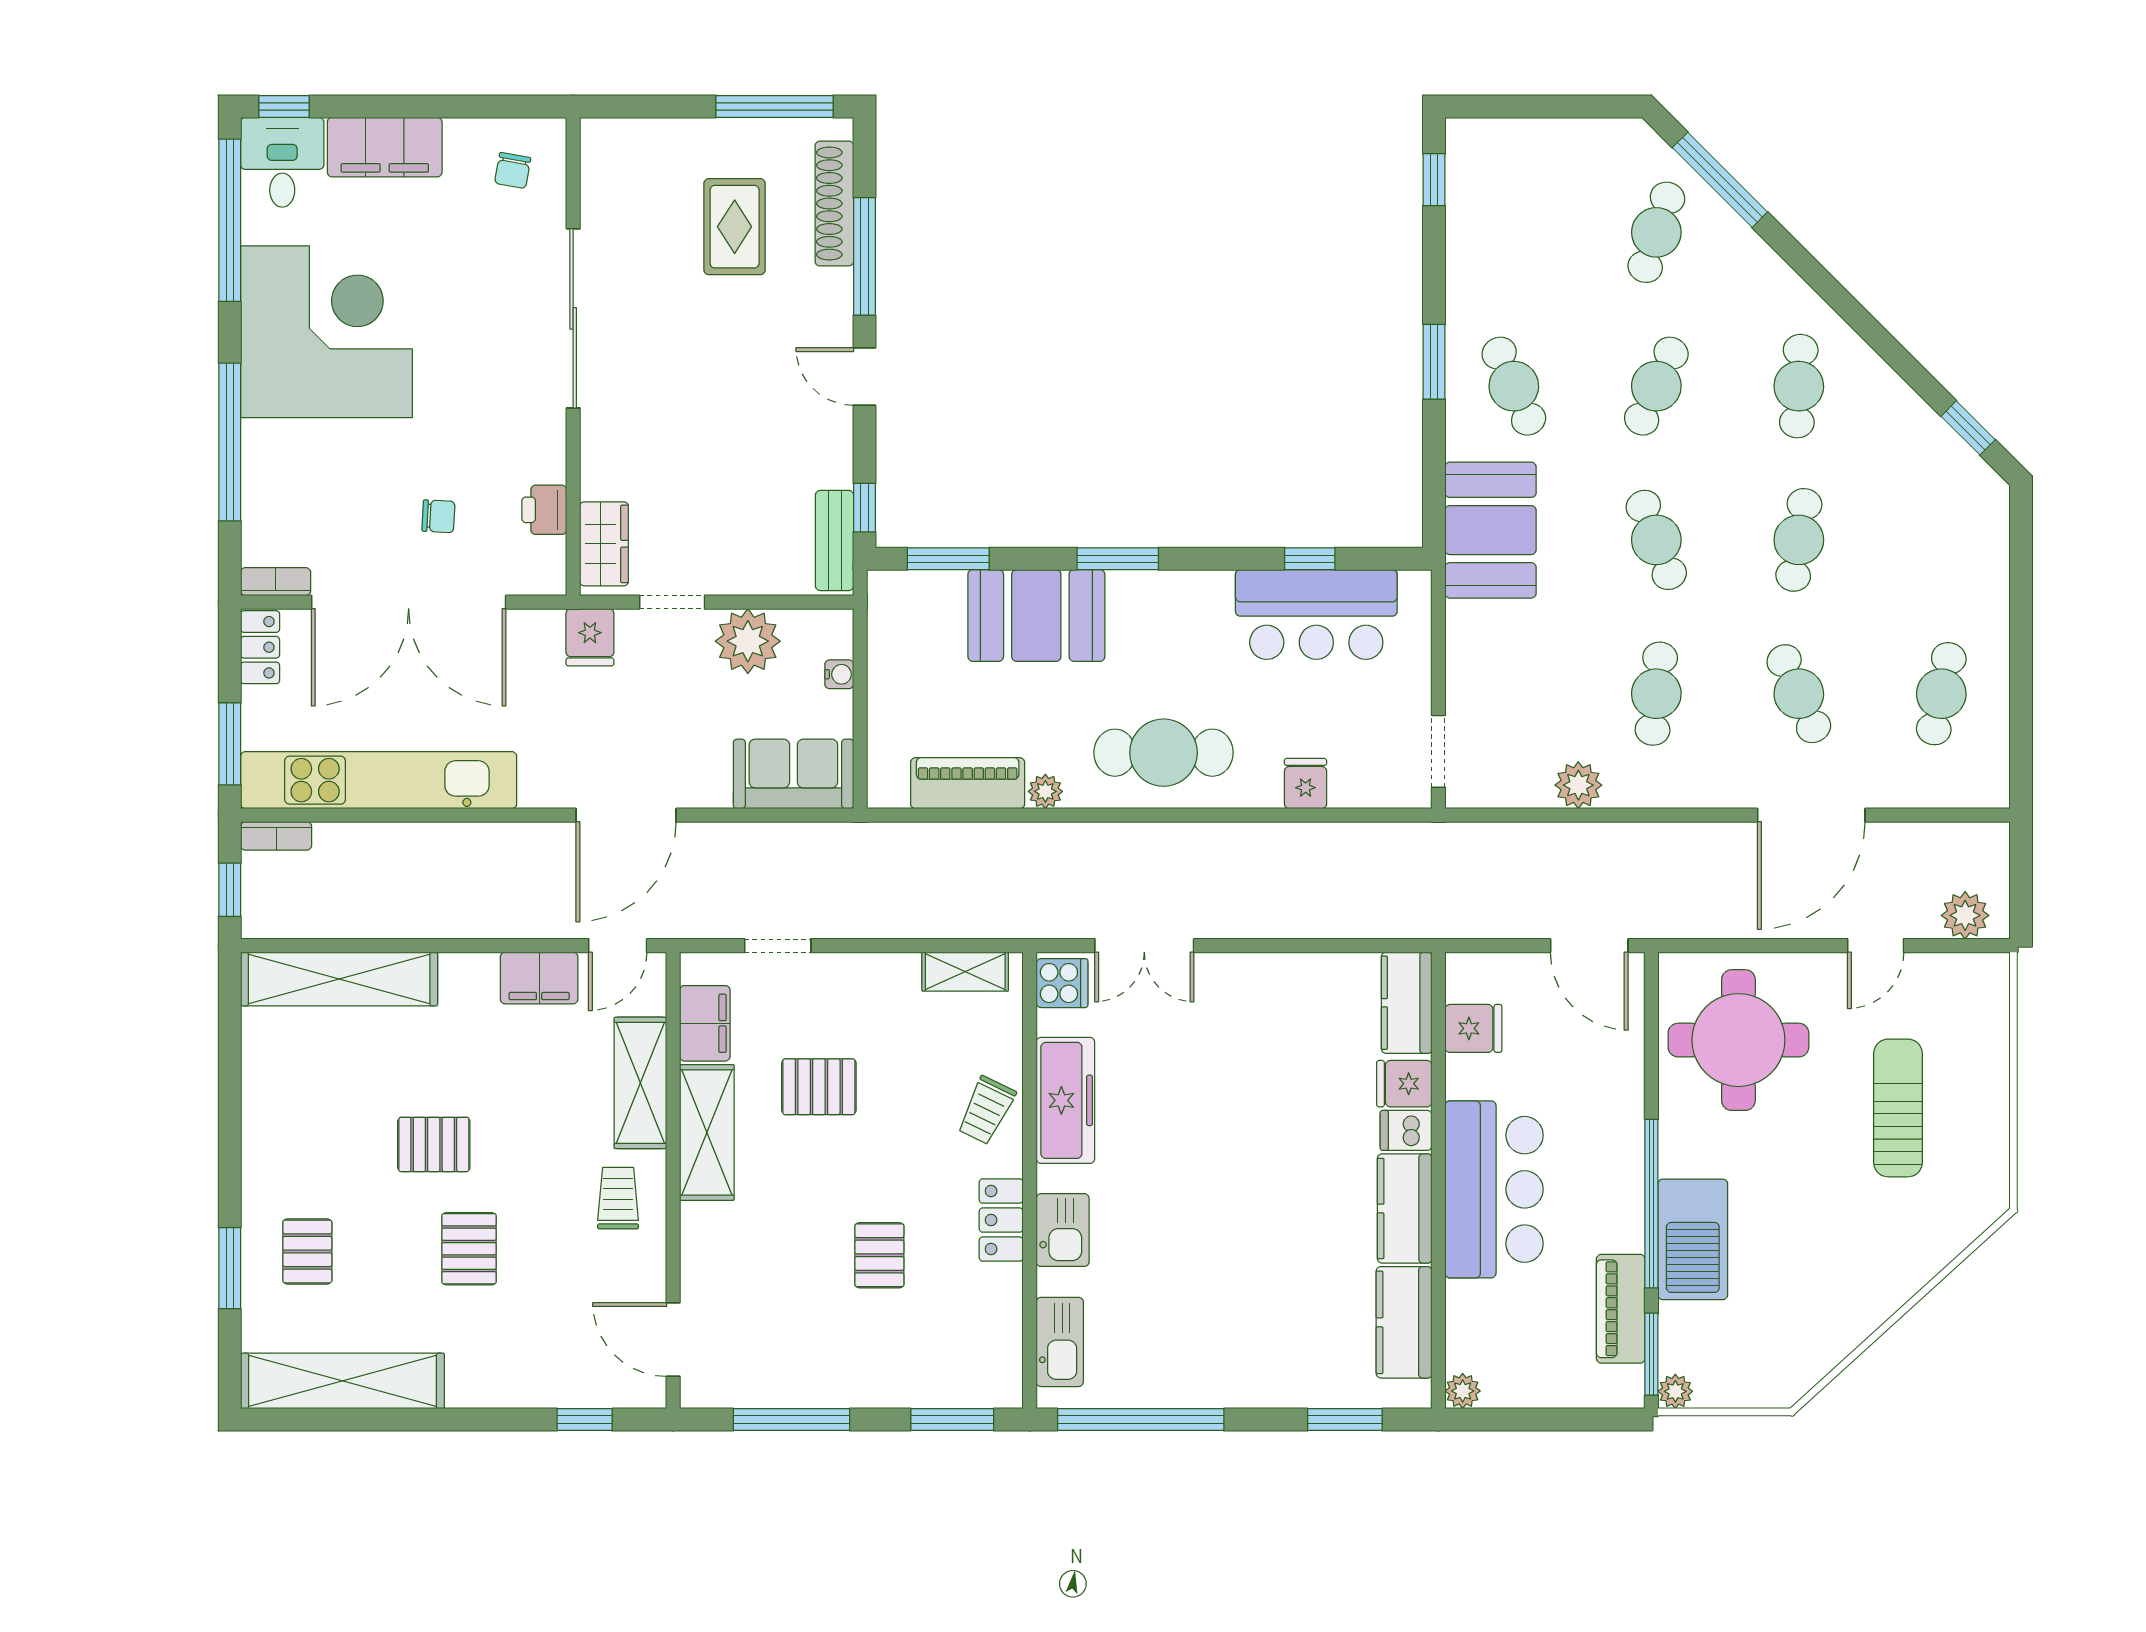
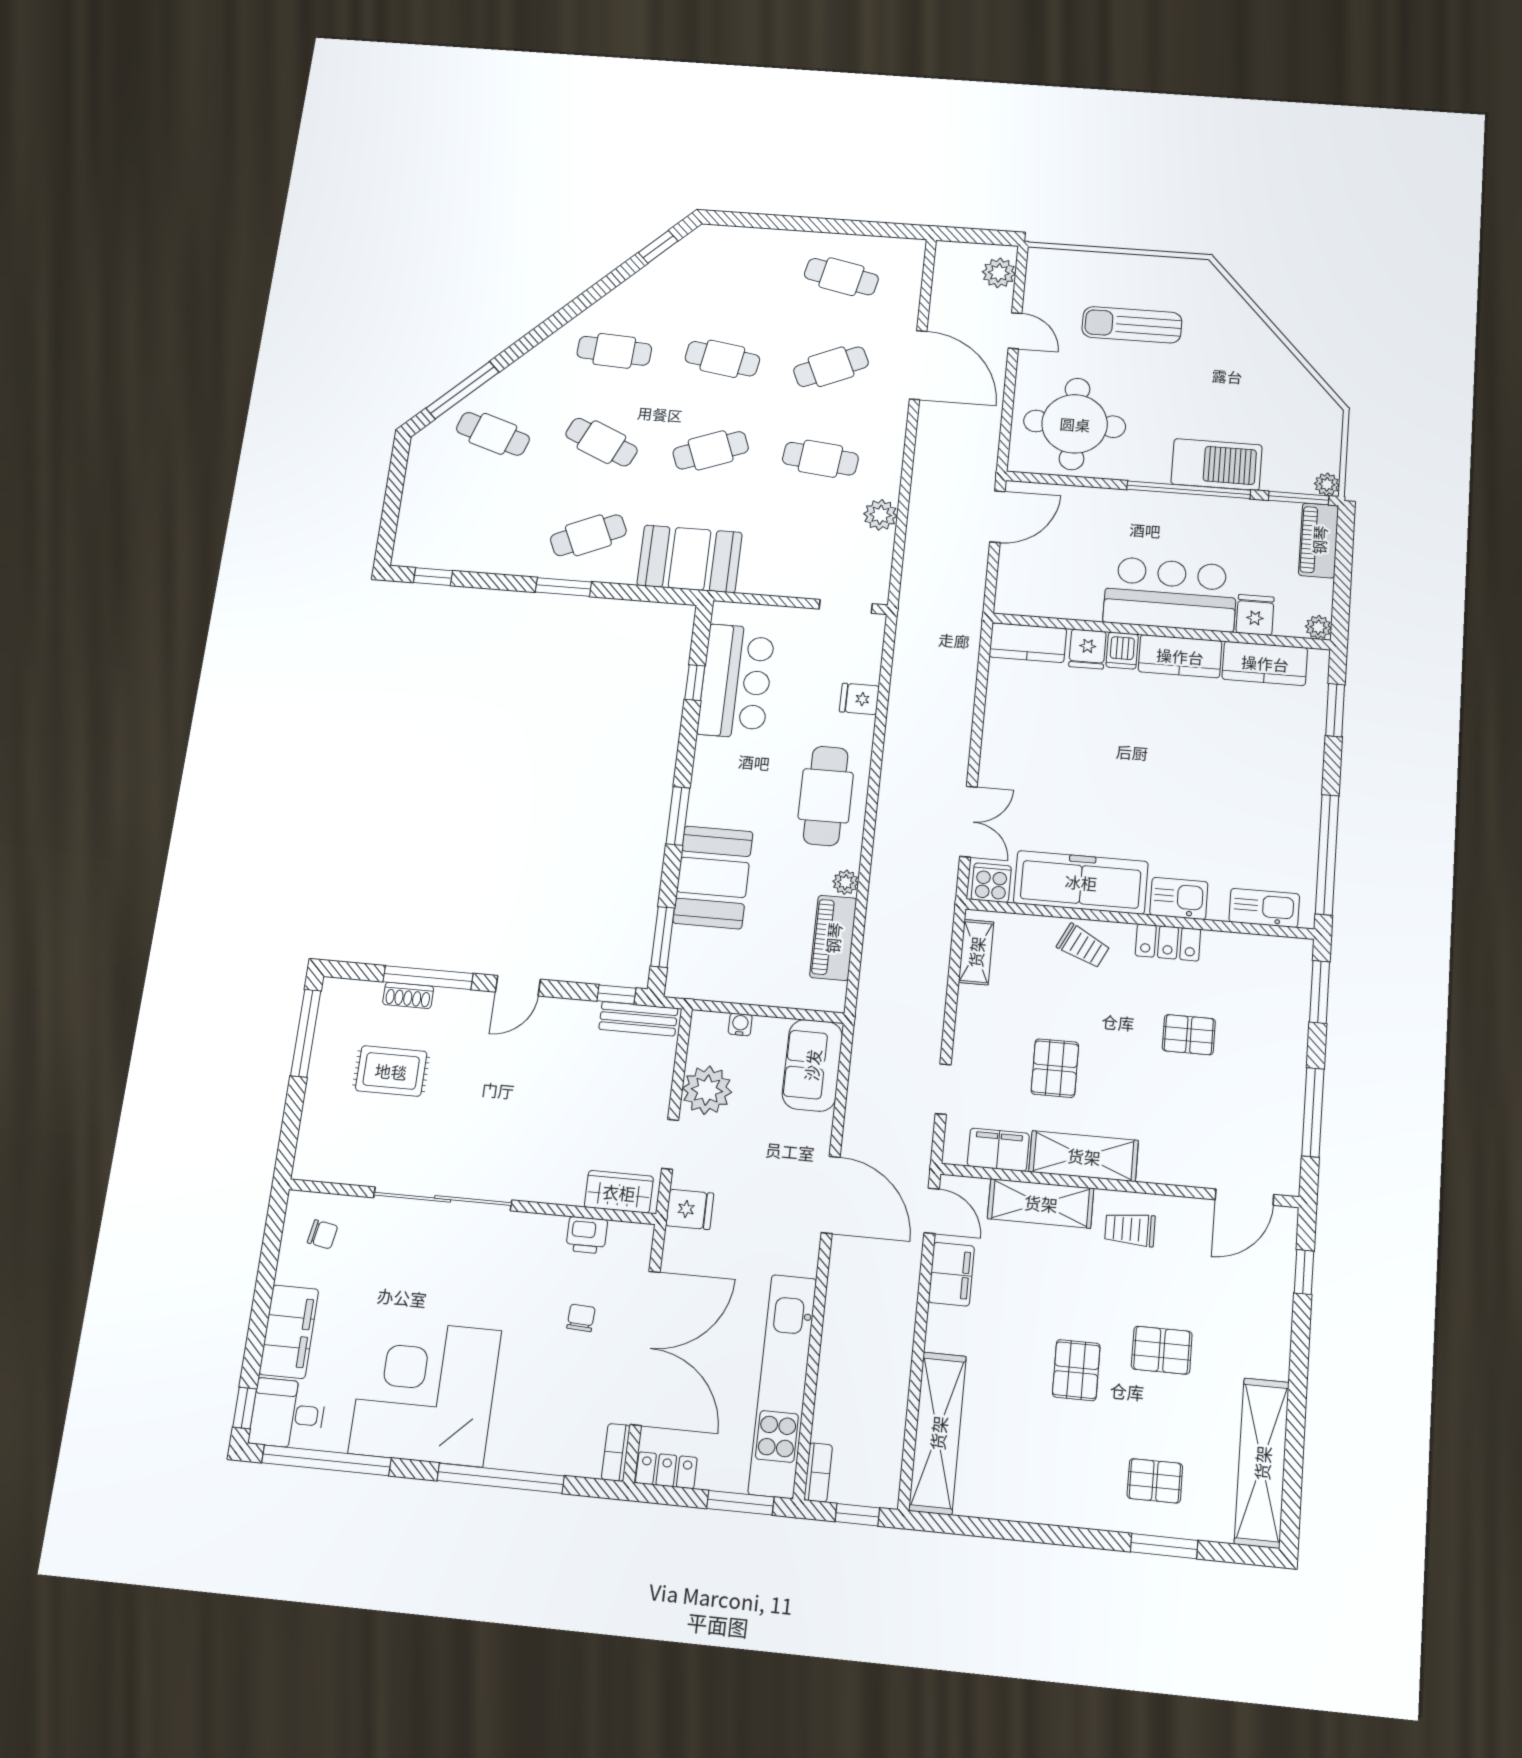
shoe rack: (834, 204) -> (408, 995), width x0.51, depth x0.81
fridge: (1473, 1028) -> (1255, 615), moved
freezer: (1065, 1100) -> (1081, 882), width x1.36, depth x1.26
piano: (1621, 1309) -> (1319, 540), moved, turned 90

